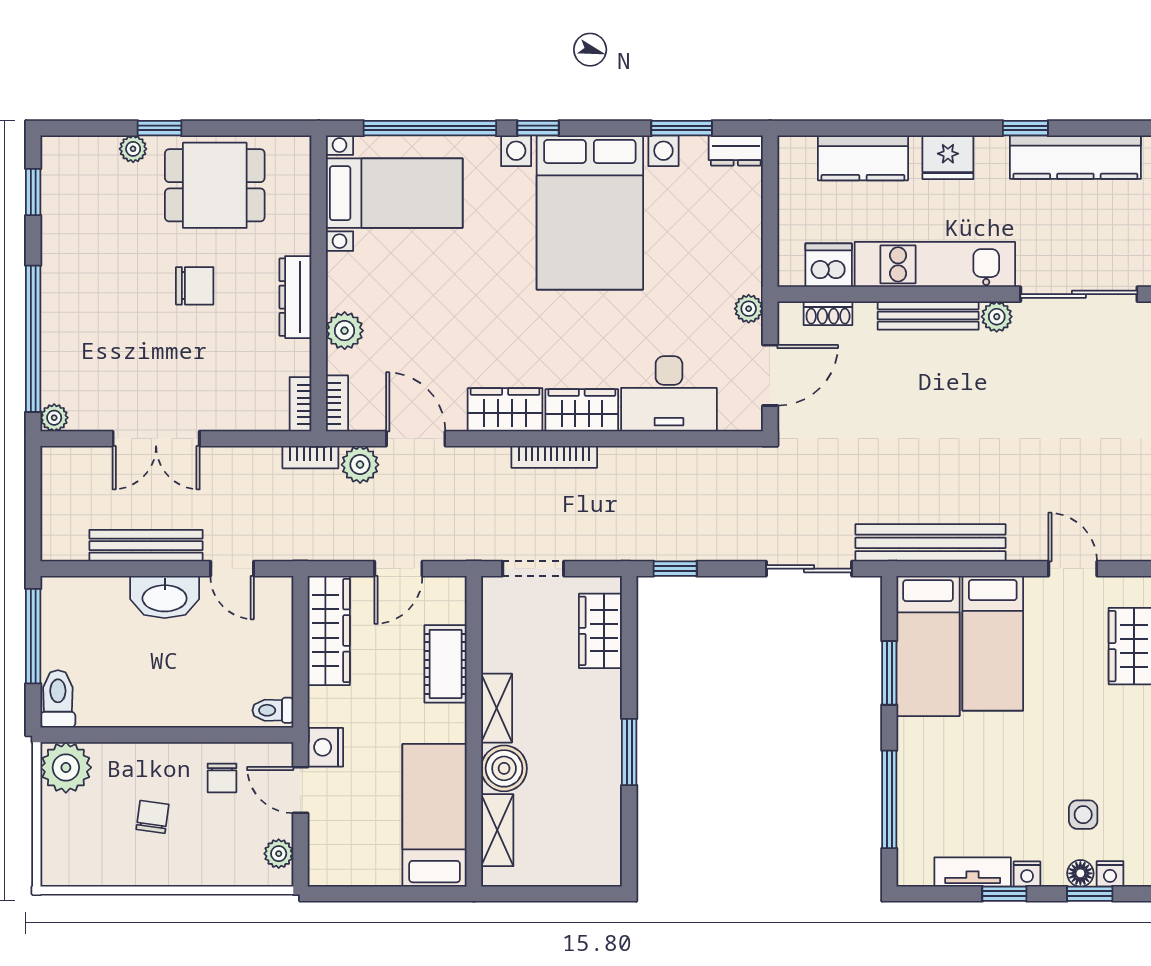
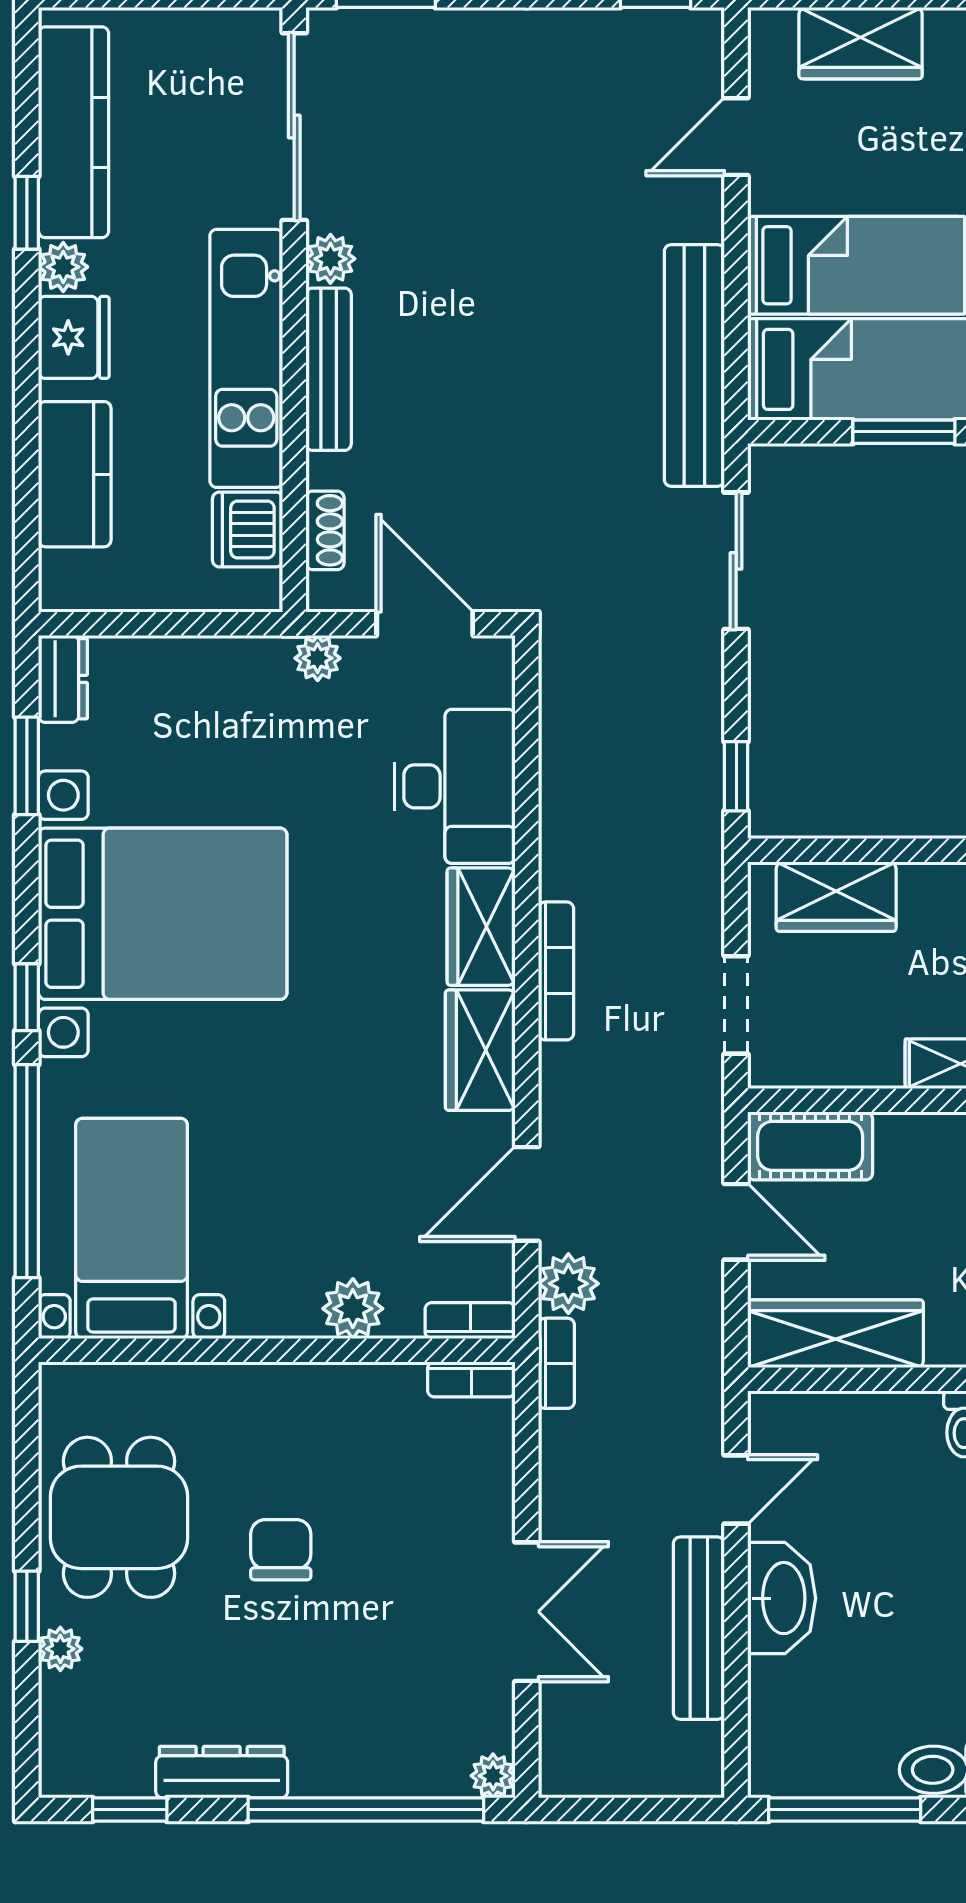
plant: (992, 151) -> (63, 267), added
dresser: (295, 297) -> (222, 1772), moved, turned 180
cot: (446, 664) -> (810, 1146), moved

